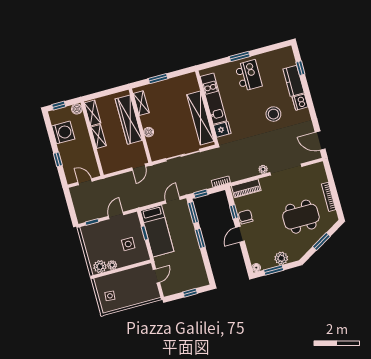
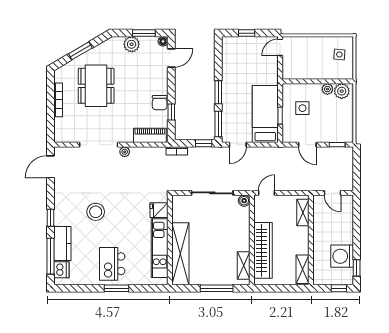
window: (300, 68) -> (50, 256), width x2.17
window: (158, 79) -> (217, 288), width x1.44
window: (309, 99) -> (50, 218), added
dishwasher: (300, 102) -> (61, 270), moved
boiler: (77, 109) -> (319, 279), removed
shelving: (200, 118) -> (180, 254), moved
boiler: (149, 132) -> (244, 201), moved
shelving: (98, 136) -> (303, 213), moved
door: (320, 141) -> (50, 167), swing flipped
window: (58, 159) -> (357, 268), moved
door: (116, 216) -> (307, 145), hinge flipped
dining table: (301, 217) -> (96, 86), turned 90
door: (240, 234) -> (171, 58), moved
door: (156, 276) -> (280, 47), moved

